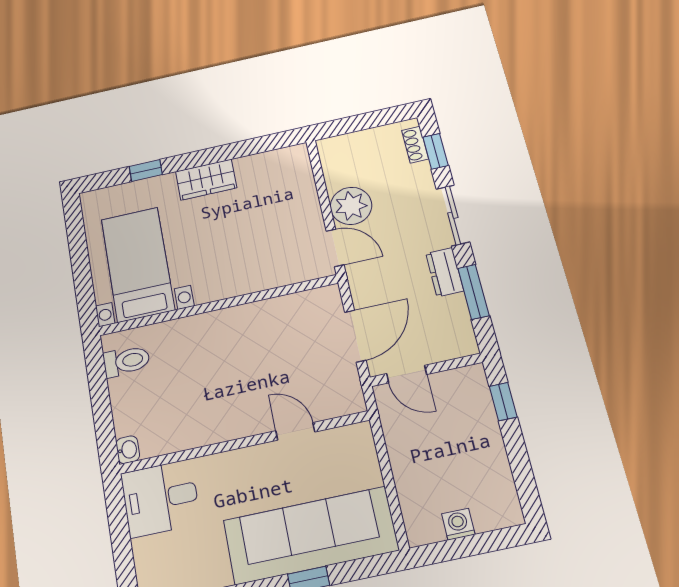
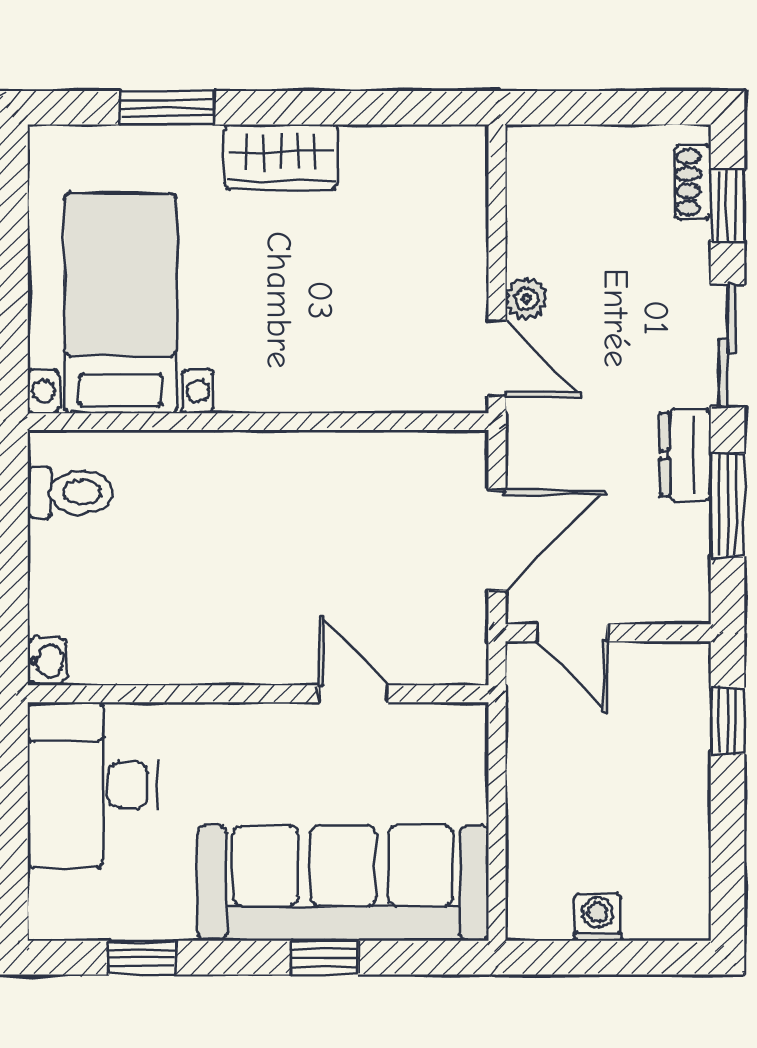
window: (146, 170) -> (167, 108), width x1.50
plant: (351, 206) -> (526, 298), width x0.53, depth x0.53
desk: (161, 498) -> (93, 785), width x1.37

